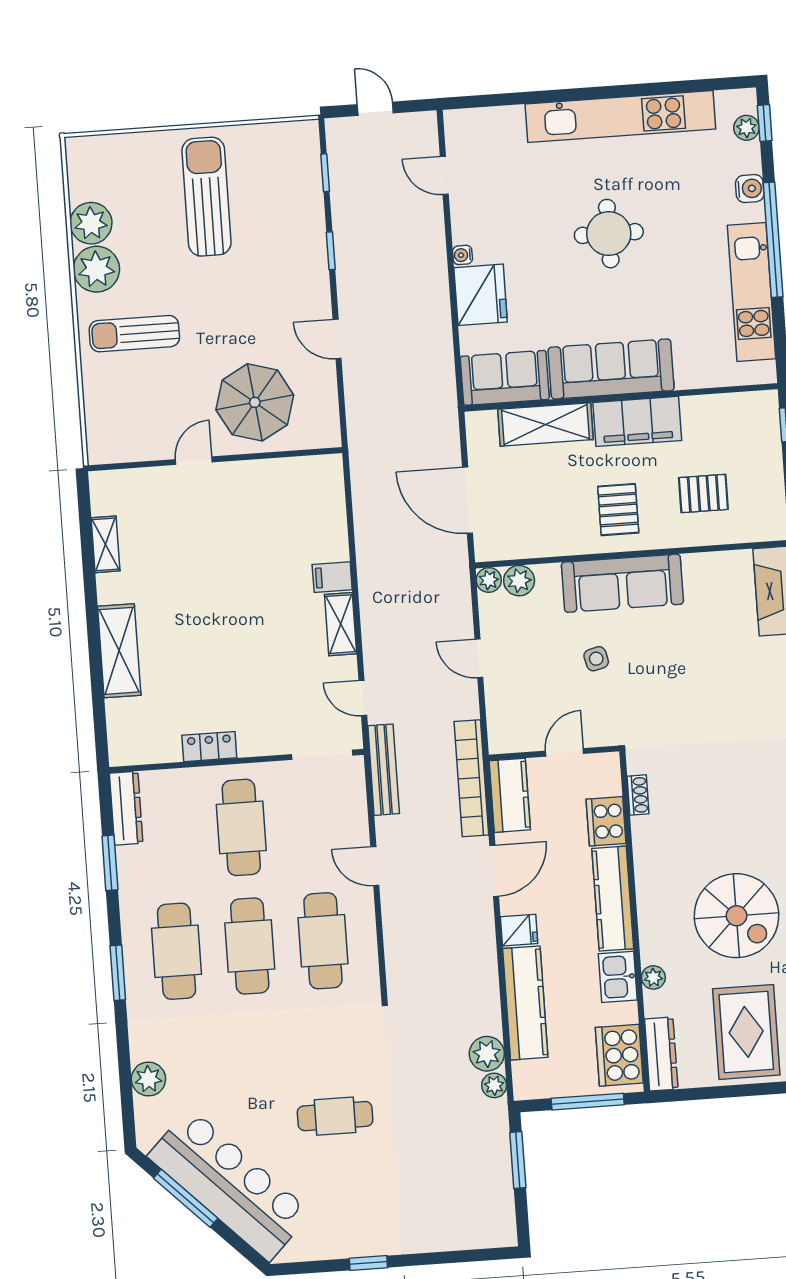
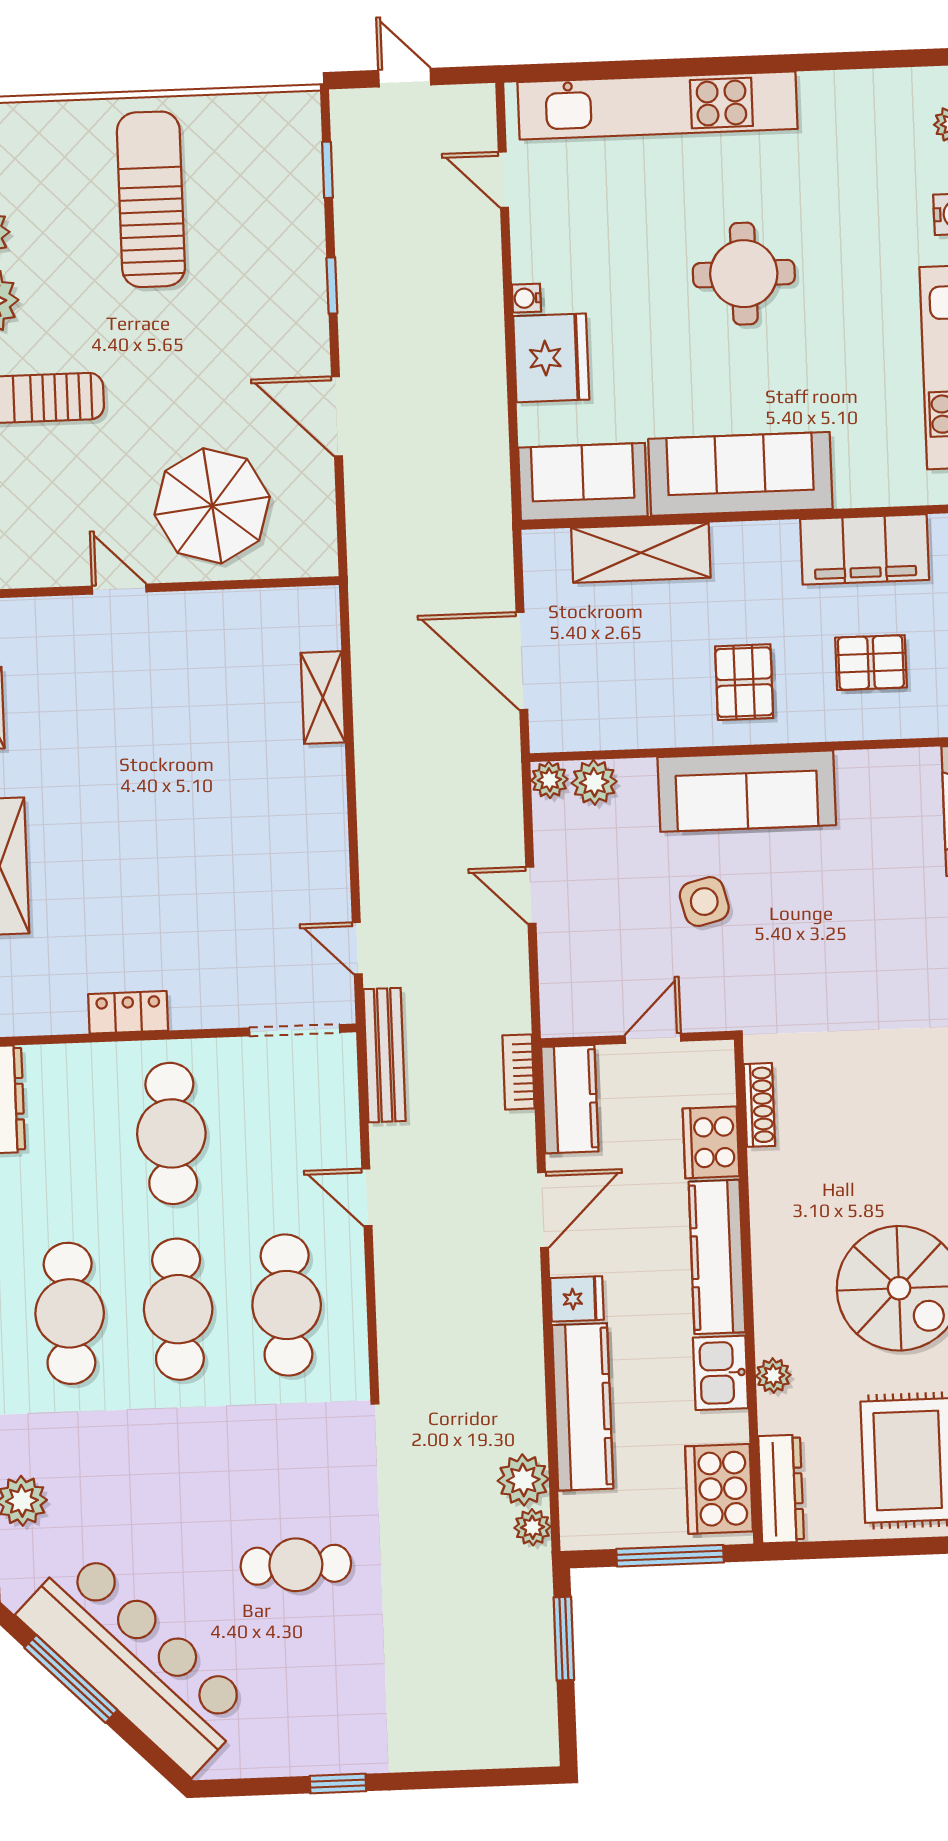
kitchen unit: (620, 117) -> (658, 105), moved
door: (337, 339) -> (337, 416), width x1.38
filing cabinet: (637, 421) -> (865, 549), moved
door: (194, 461) -> (119, 589), hinge flipped
filing cabinet: (332, 577) -> (318, 768), removed
shelving: (341, 624) -> (323, 698), moved
side table: (596, 659) -> (704, 902), width x1.37, depth x1.37
bookcase: (471, 778) -> (518, 1072), width x0.43, depth x0.76
shoe rack: (638, 795) -> (759, 1105), width x1.43

